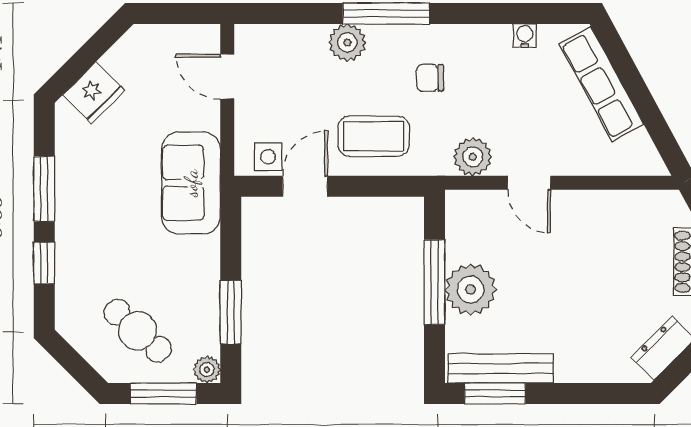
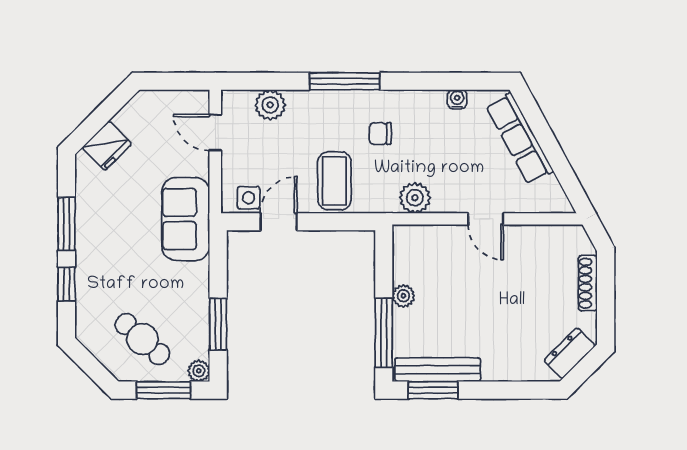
plant: (347, 43) -> (270, 105), moved
coffee table: (374, 136) -> (334, 181), turned 90
door: (529, 183) -> (486, 219), moved
window: (434, 282) -> (384, 333), moved
plant: (471, 289) -> (403, 296), width x0.53, depth x0.53

